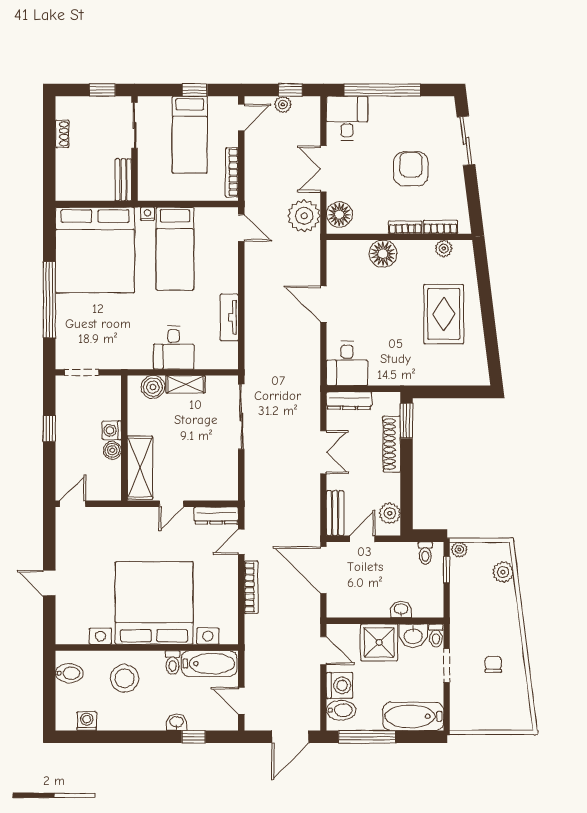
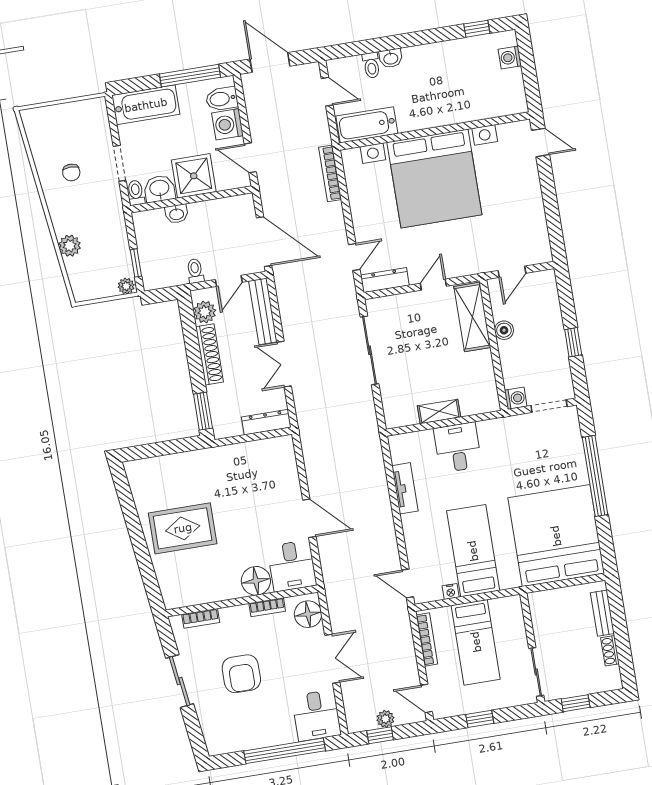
door: (241, 117) -> (427, 698), hinge flipped
bed: (190, 135) -> (476, 642), moved, turned 180
sliding door: (466, 141) -> (180, 681), moved
bench: (123, 180) -> (602, 613), moved
nightstand: (148, 214) -> (451, 592), moved
plant: (304, 216) -> (344, 607), removed
bookcase: (405, 227) -> (267, 607), moved
plant: (444, 248) -> (194, 597), removed
rug: (444, 314) -> (183, 528), turned 90
desk: (347, 364) -> (292, 566), moved, turned 180
boiler: (153, 387) -> (473, 403), removed
sliding door: (241, 417) -> (369, 350), moved
washing machine: (112, 430) -> (516, 398), moved
shoe rack: (392, 444) -> (210, 354), moved
door: (73, 504) -> (512, 272), moved
bench: (335, 513) -> (263, 311), width x1.36
toilet: (425, 553) -> (195, 271), moved
plant: (503, 572) -> (70, 246), moved
door: (49, 583) -> (540, 142), moved
bookcase: (251, 587) -> (330, 173), moved
toilet: (173, 663) -> (371, 65), moved, turned 180
bidet: (69, 673) -> (511, 91), removed
stool: (125, 678) -> (452, 95), removed
washing machine: (87, 721) -> (510, 57), moved, turned 90
window: (194, 737) -> (477, 29), moved
door: (290, 737) -> (270, 63), hinge flipped

